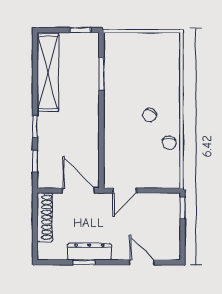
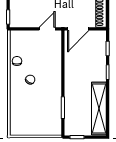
door: (78, 190) -> (78, 29), hinge flipped

